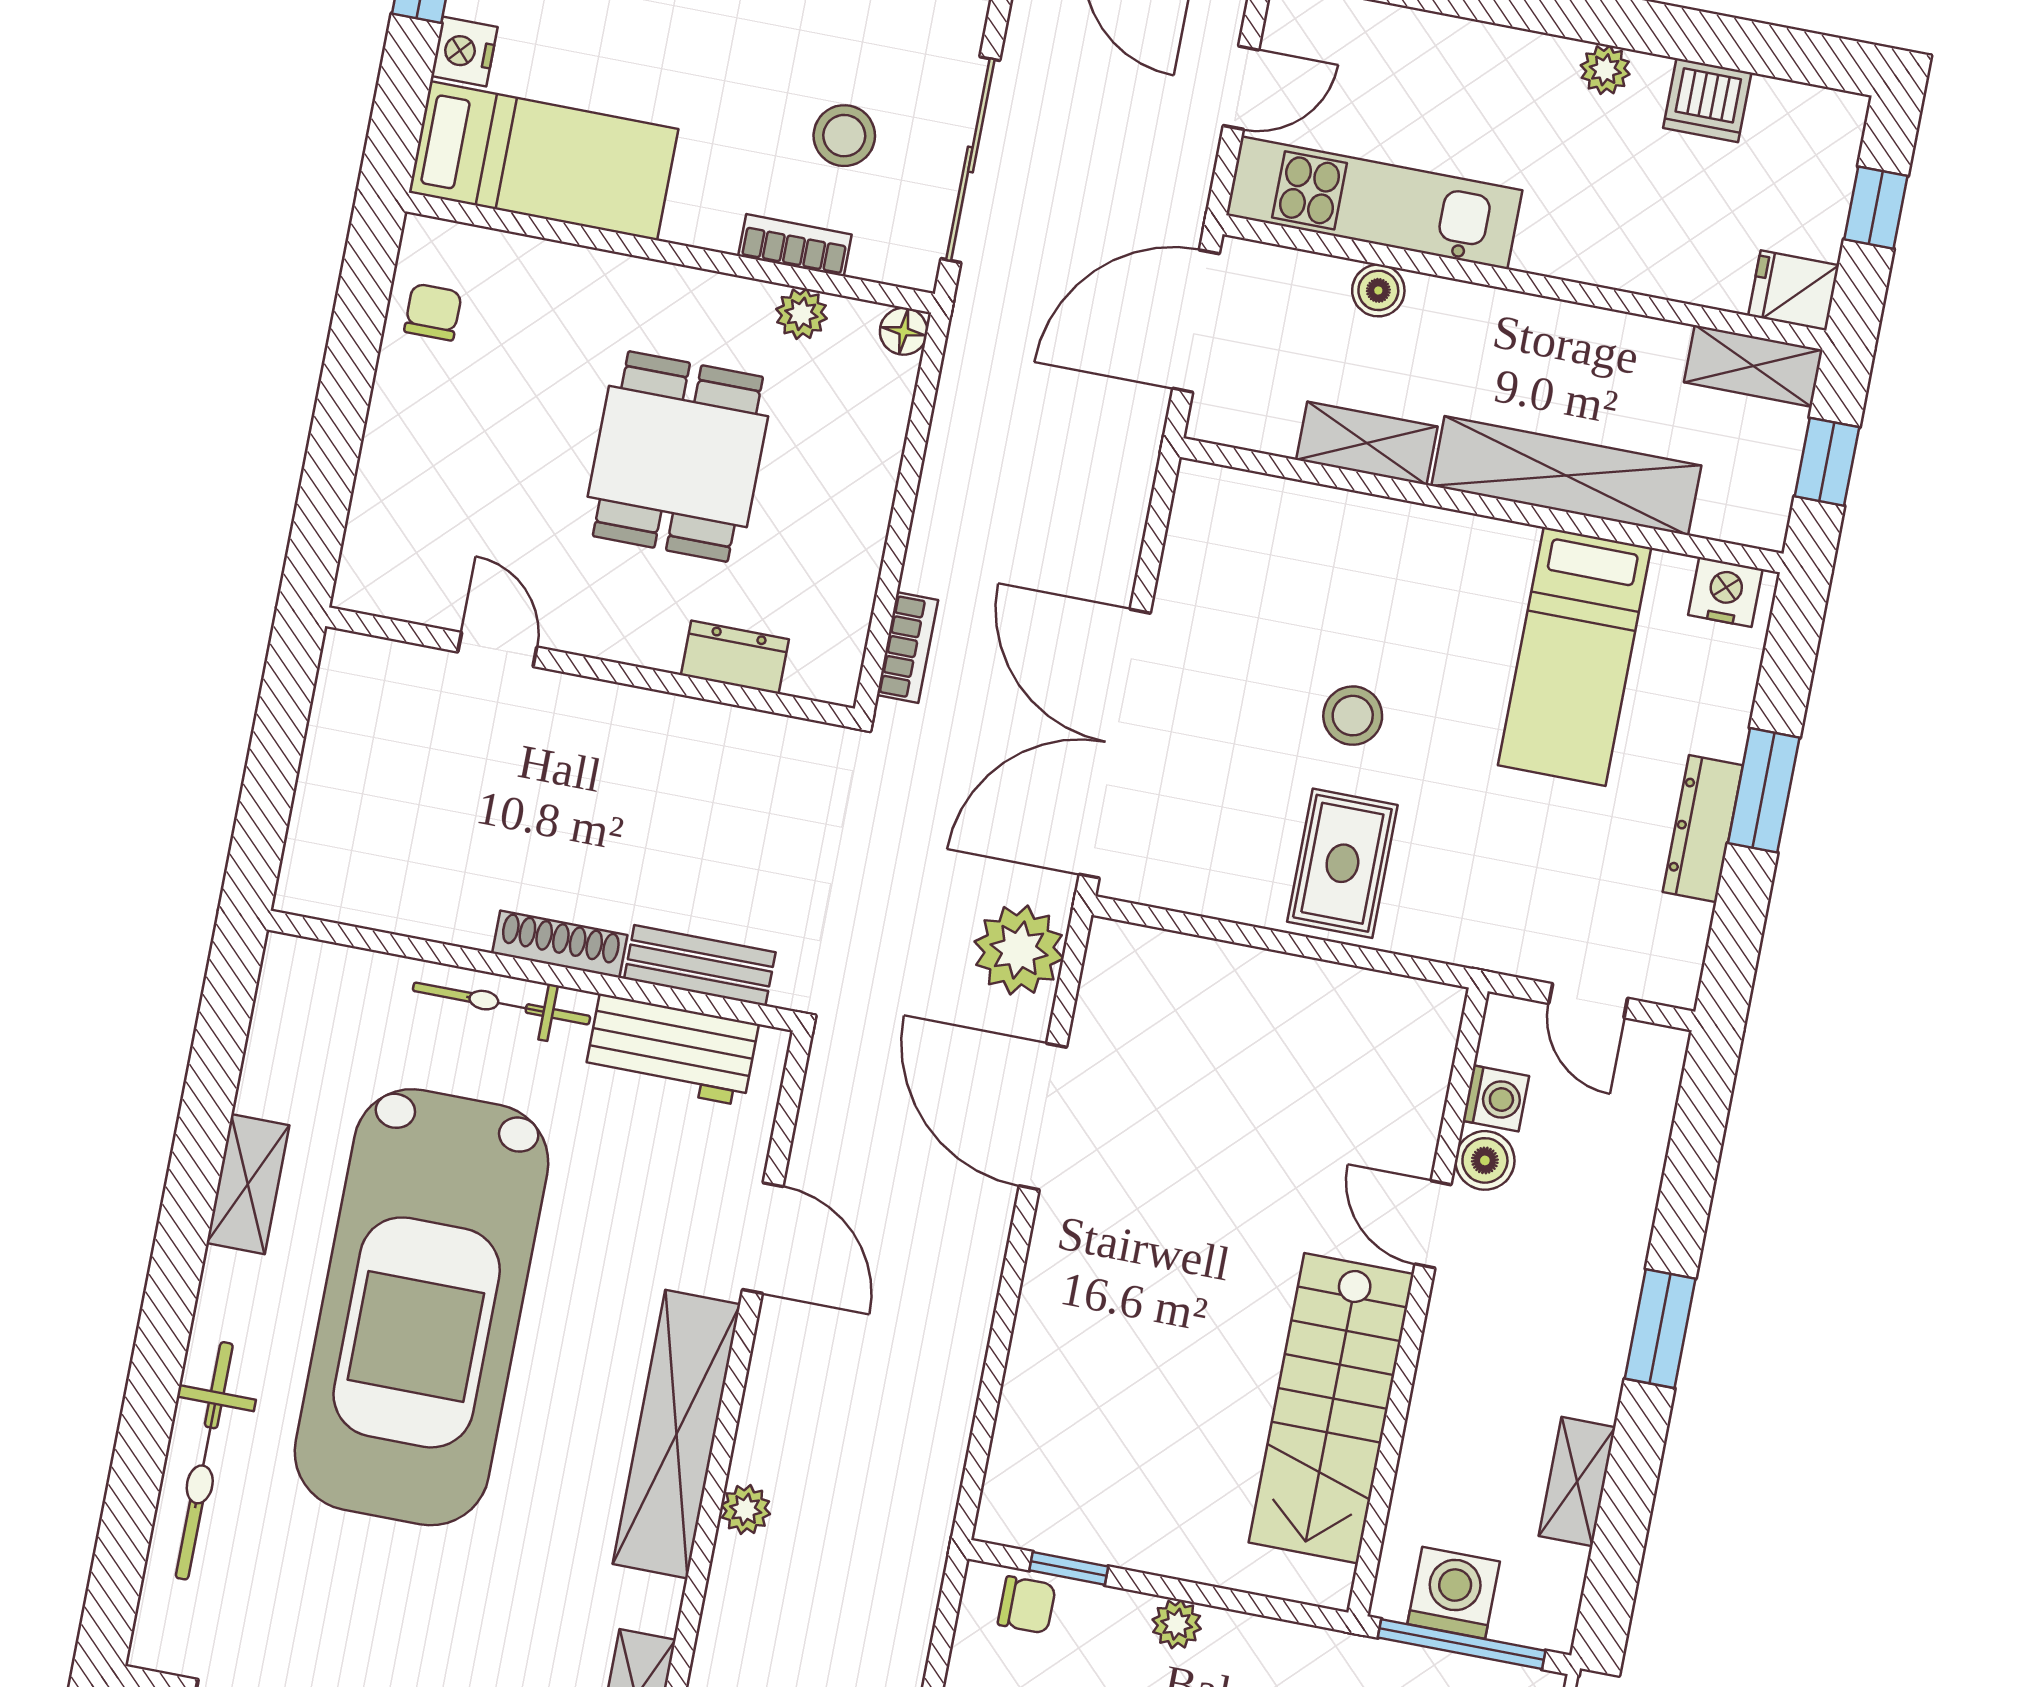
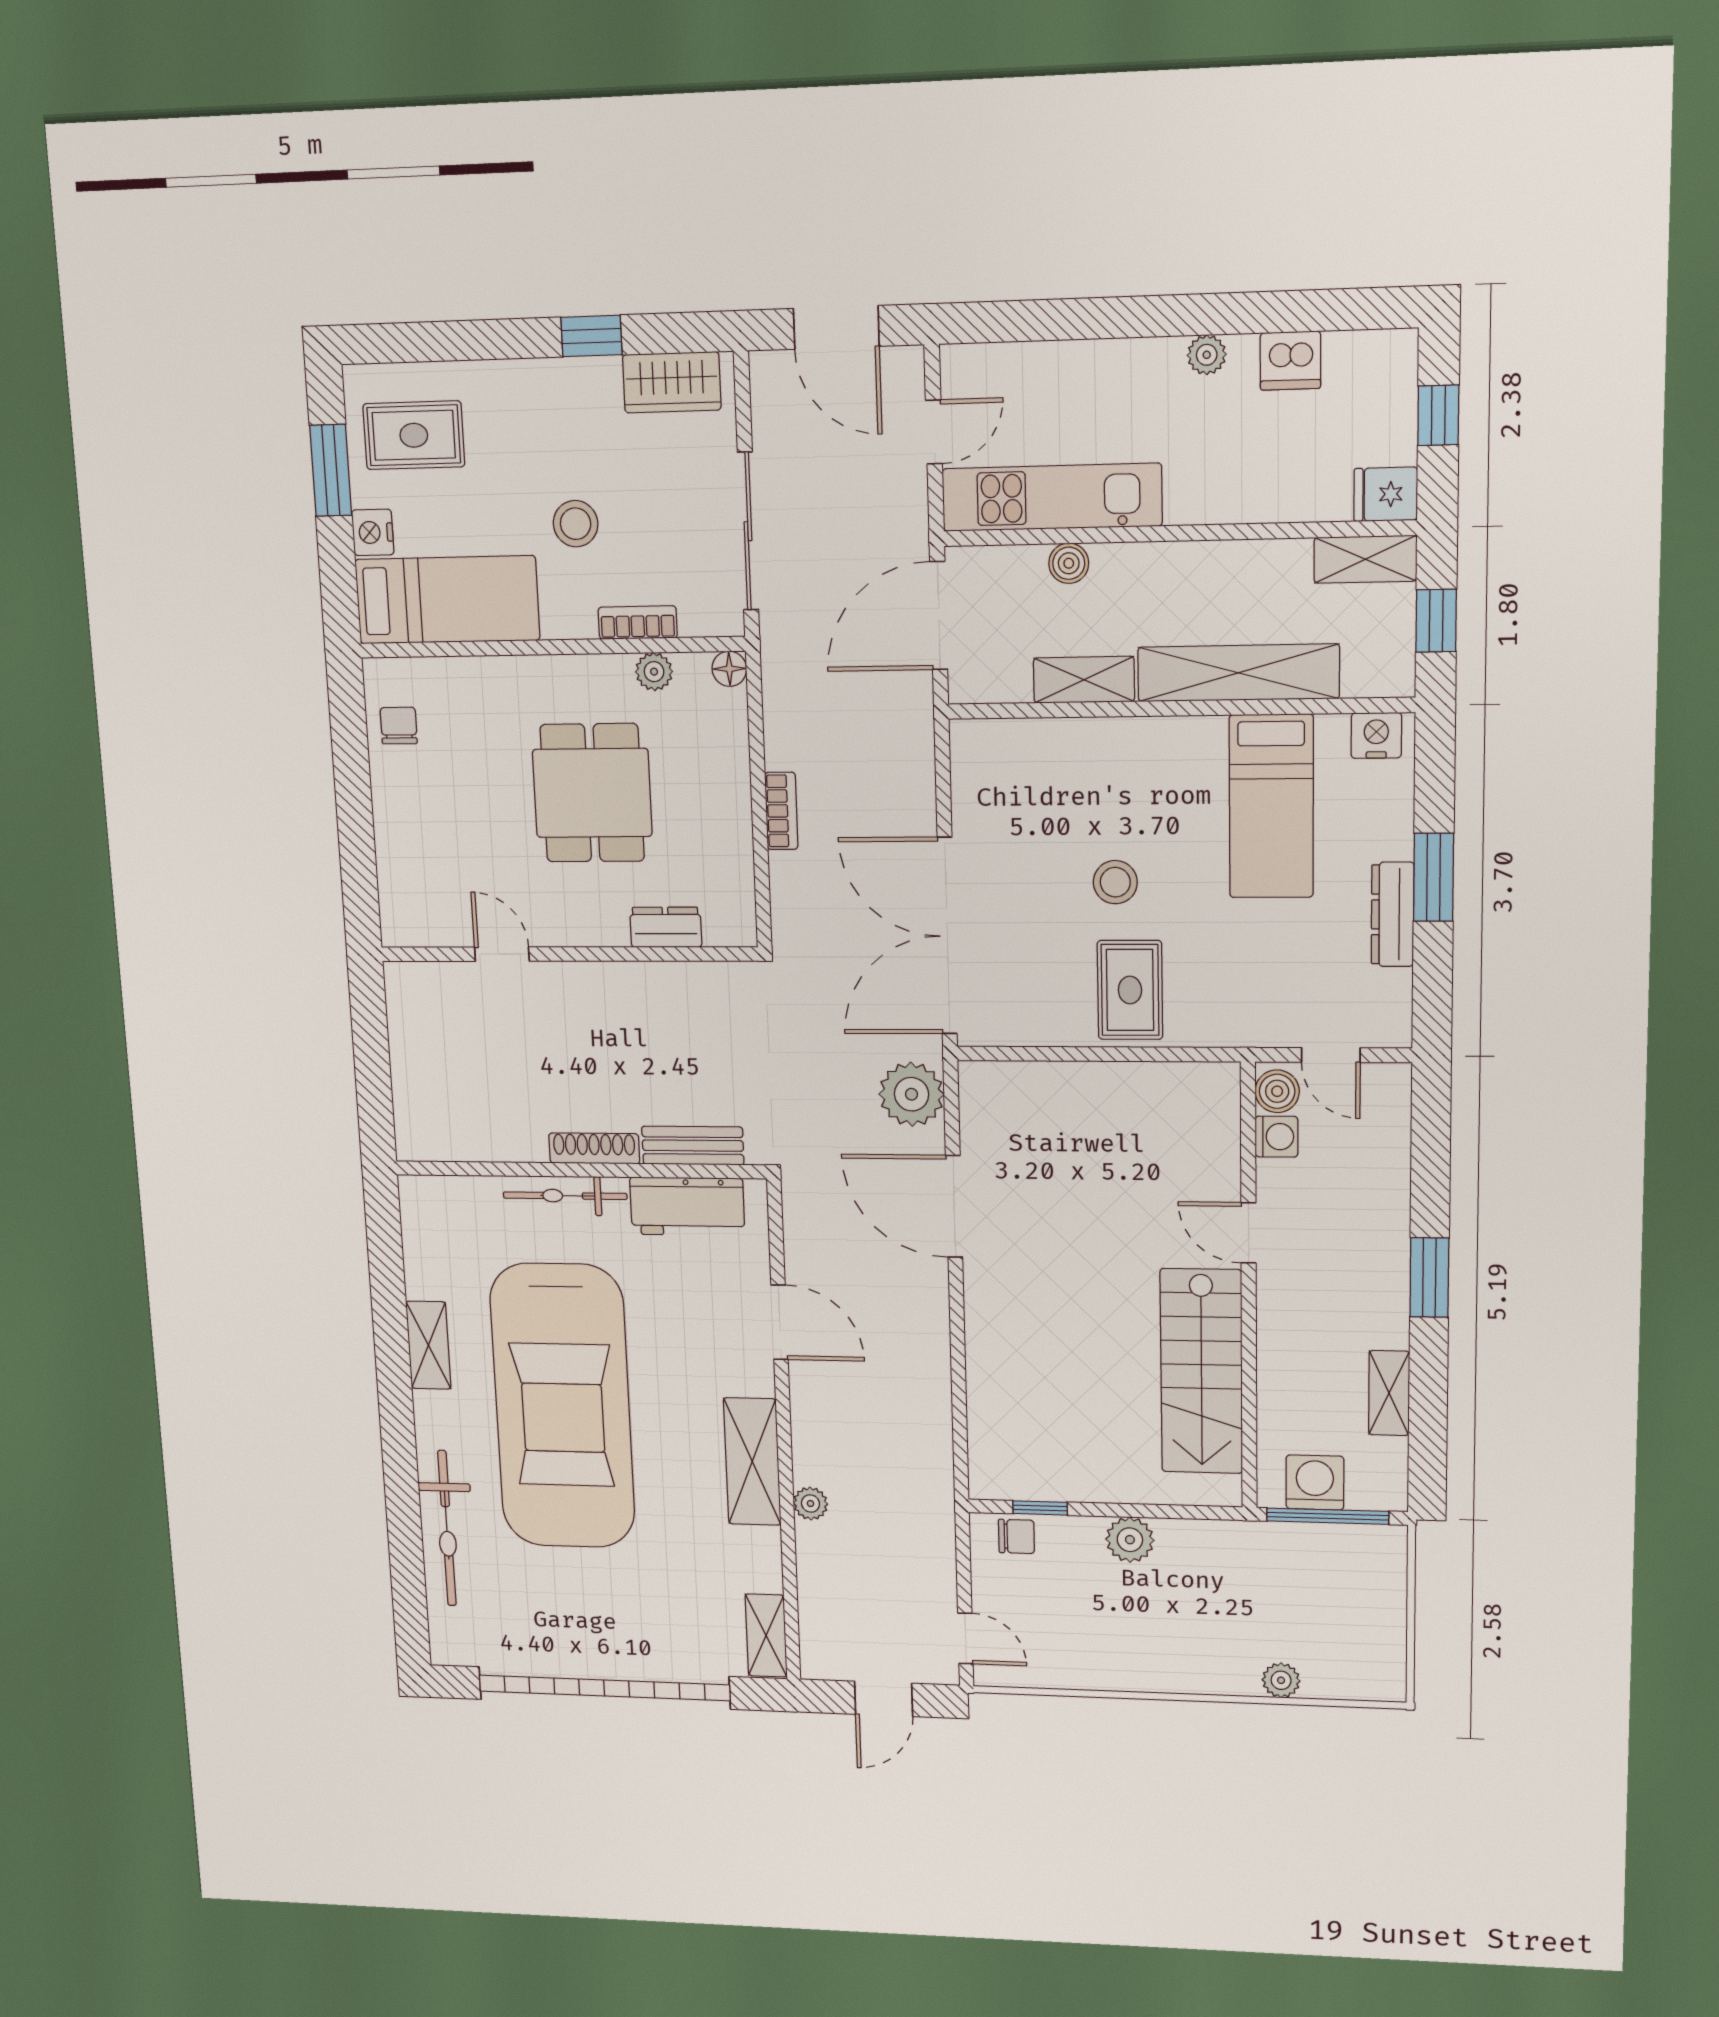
stool: (844, 136) -> (576, 524), moved
bookcase: (907, 648) -> (781, 811), moved
boiler: (1485, 1160) -> (1277, 1091), moved
shelving: (676, 1434) -> (752, 1462), width x0.68
plant: (1177, 1624) -> (1130, 1540), width x1.38, depth x1.38

